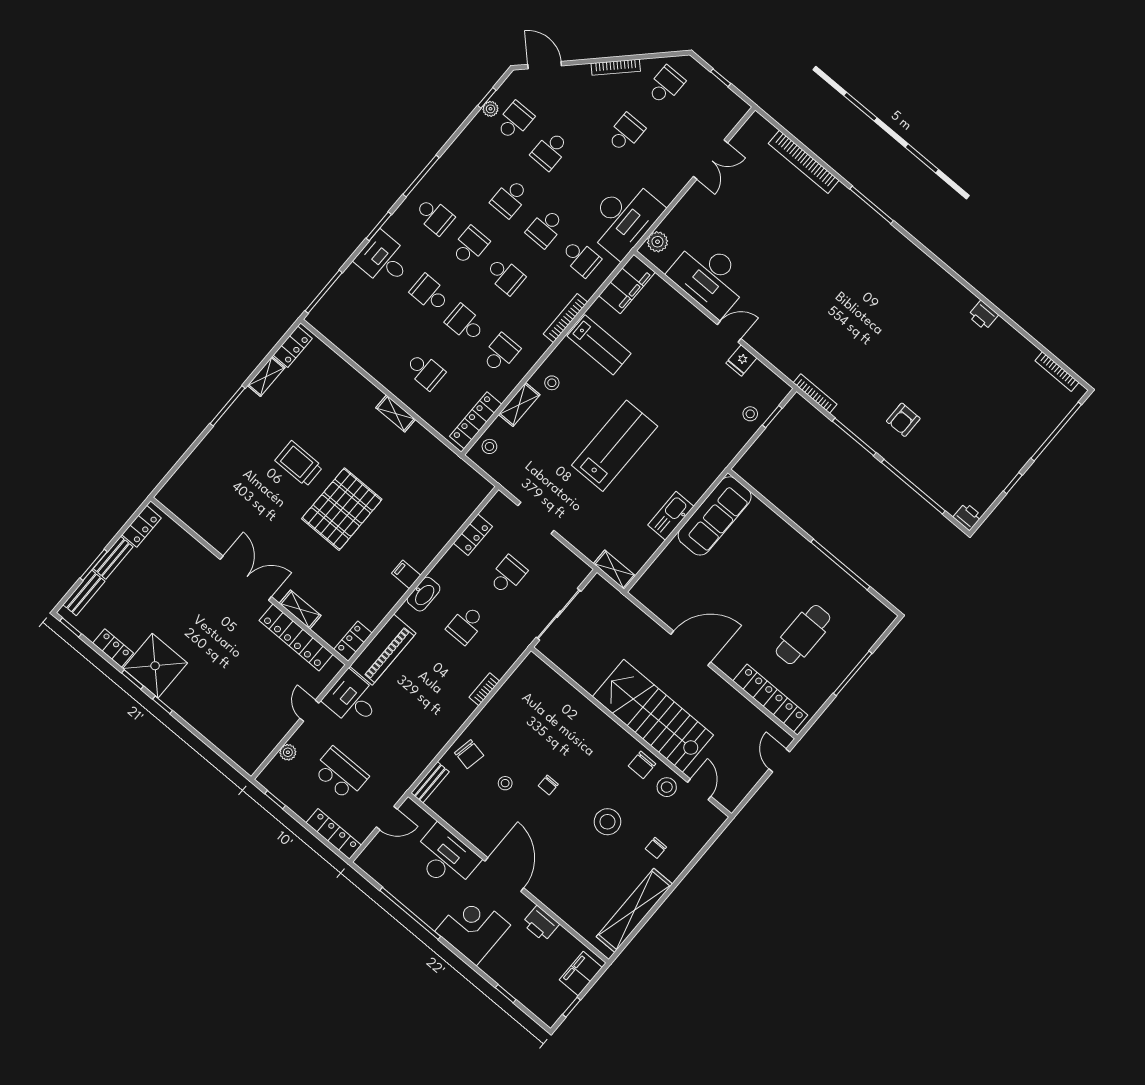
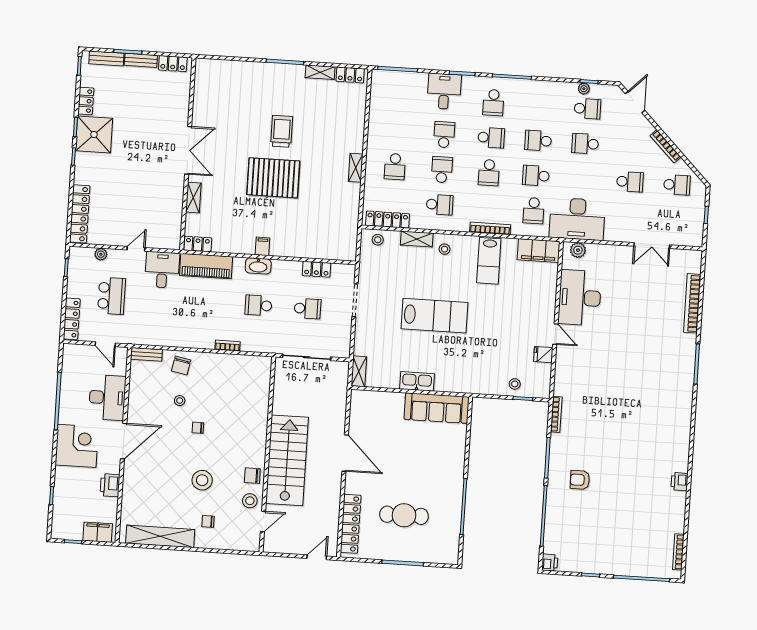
locker: (296, 637) -> (80, 214), moved, turned 180

